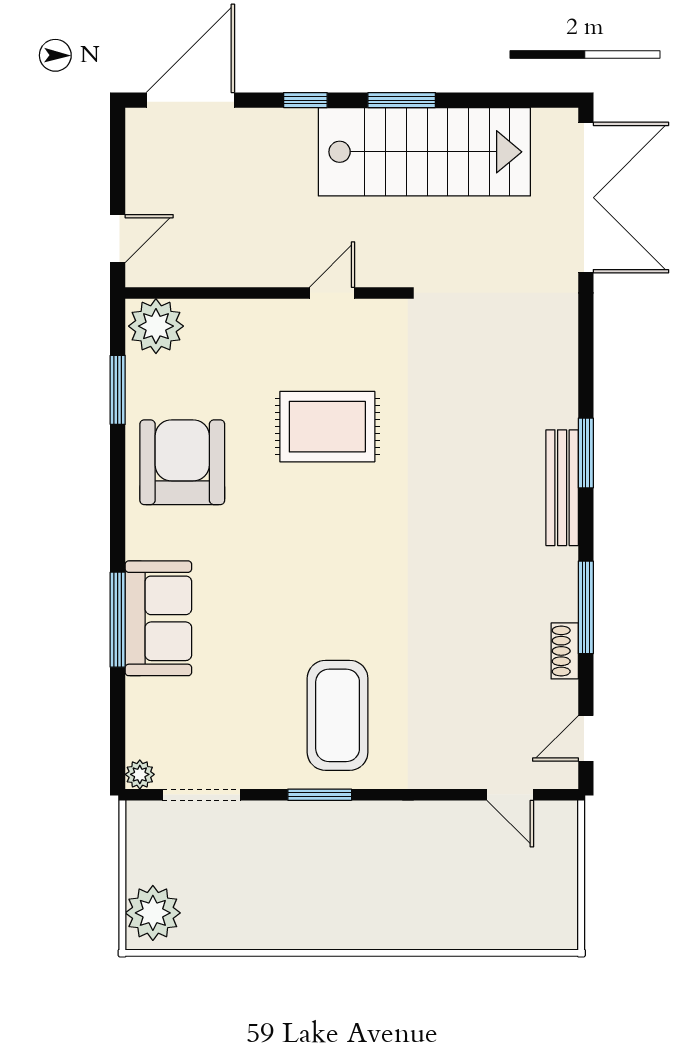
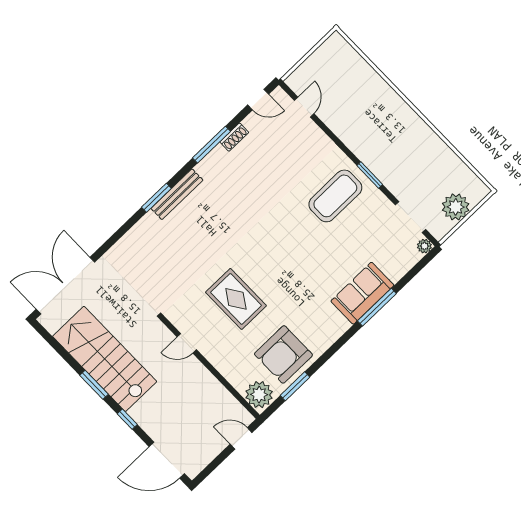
armchair: (182, 462) -> (283, 354), moved
plant: (153, 913) -> (456, 207), moved

